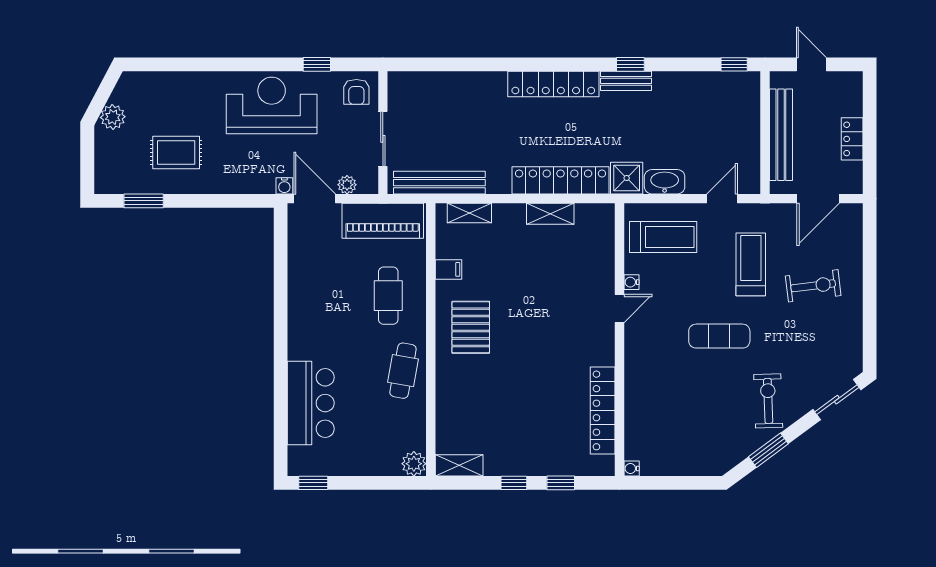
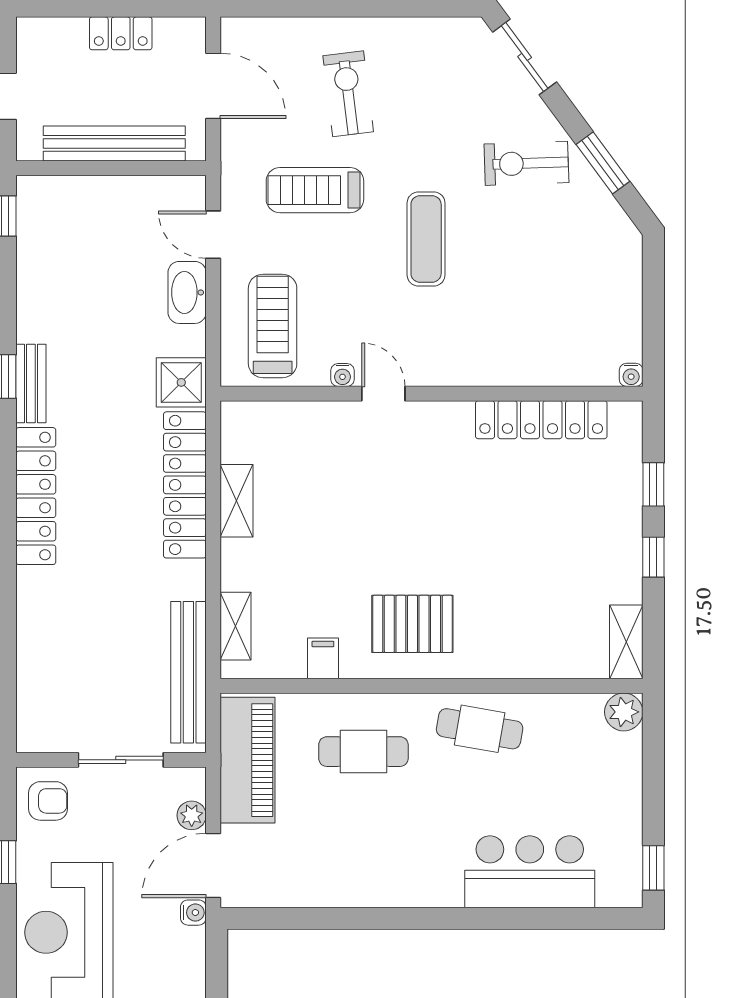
washbasin: (665, 182) -> (187, 292), moved

